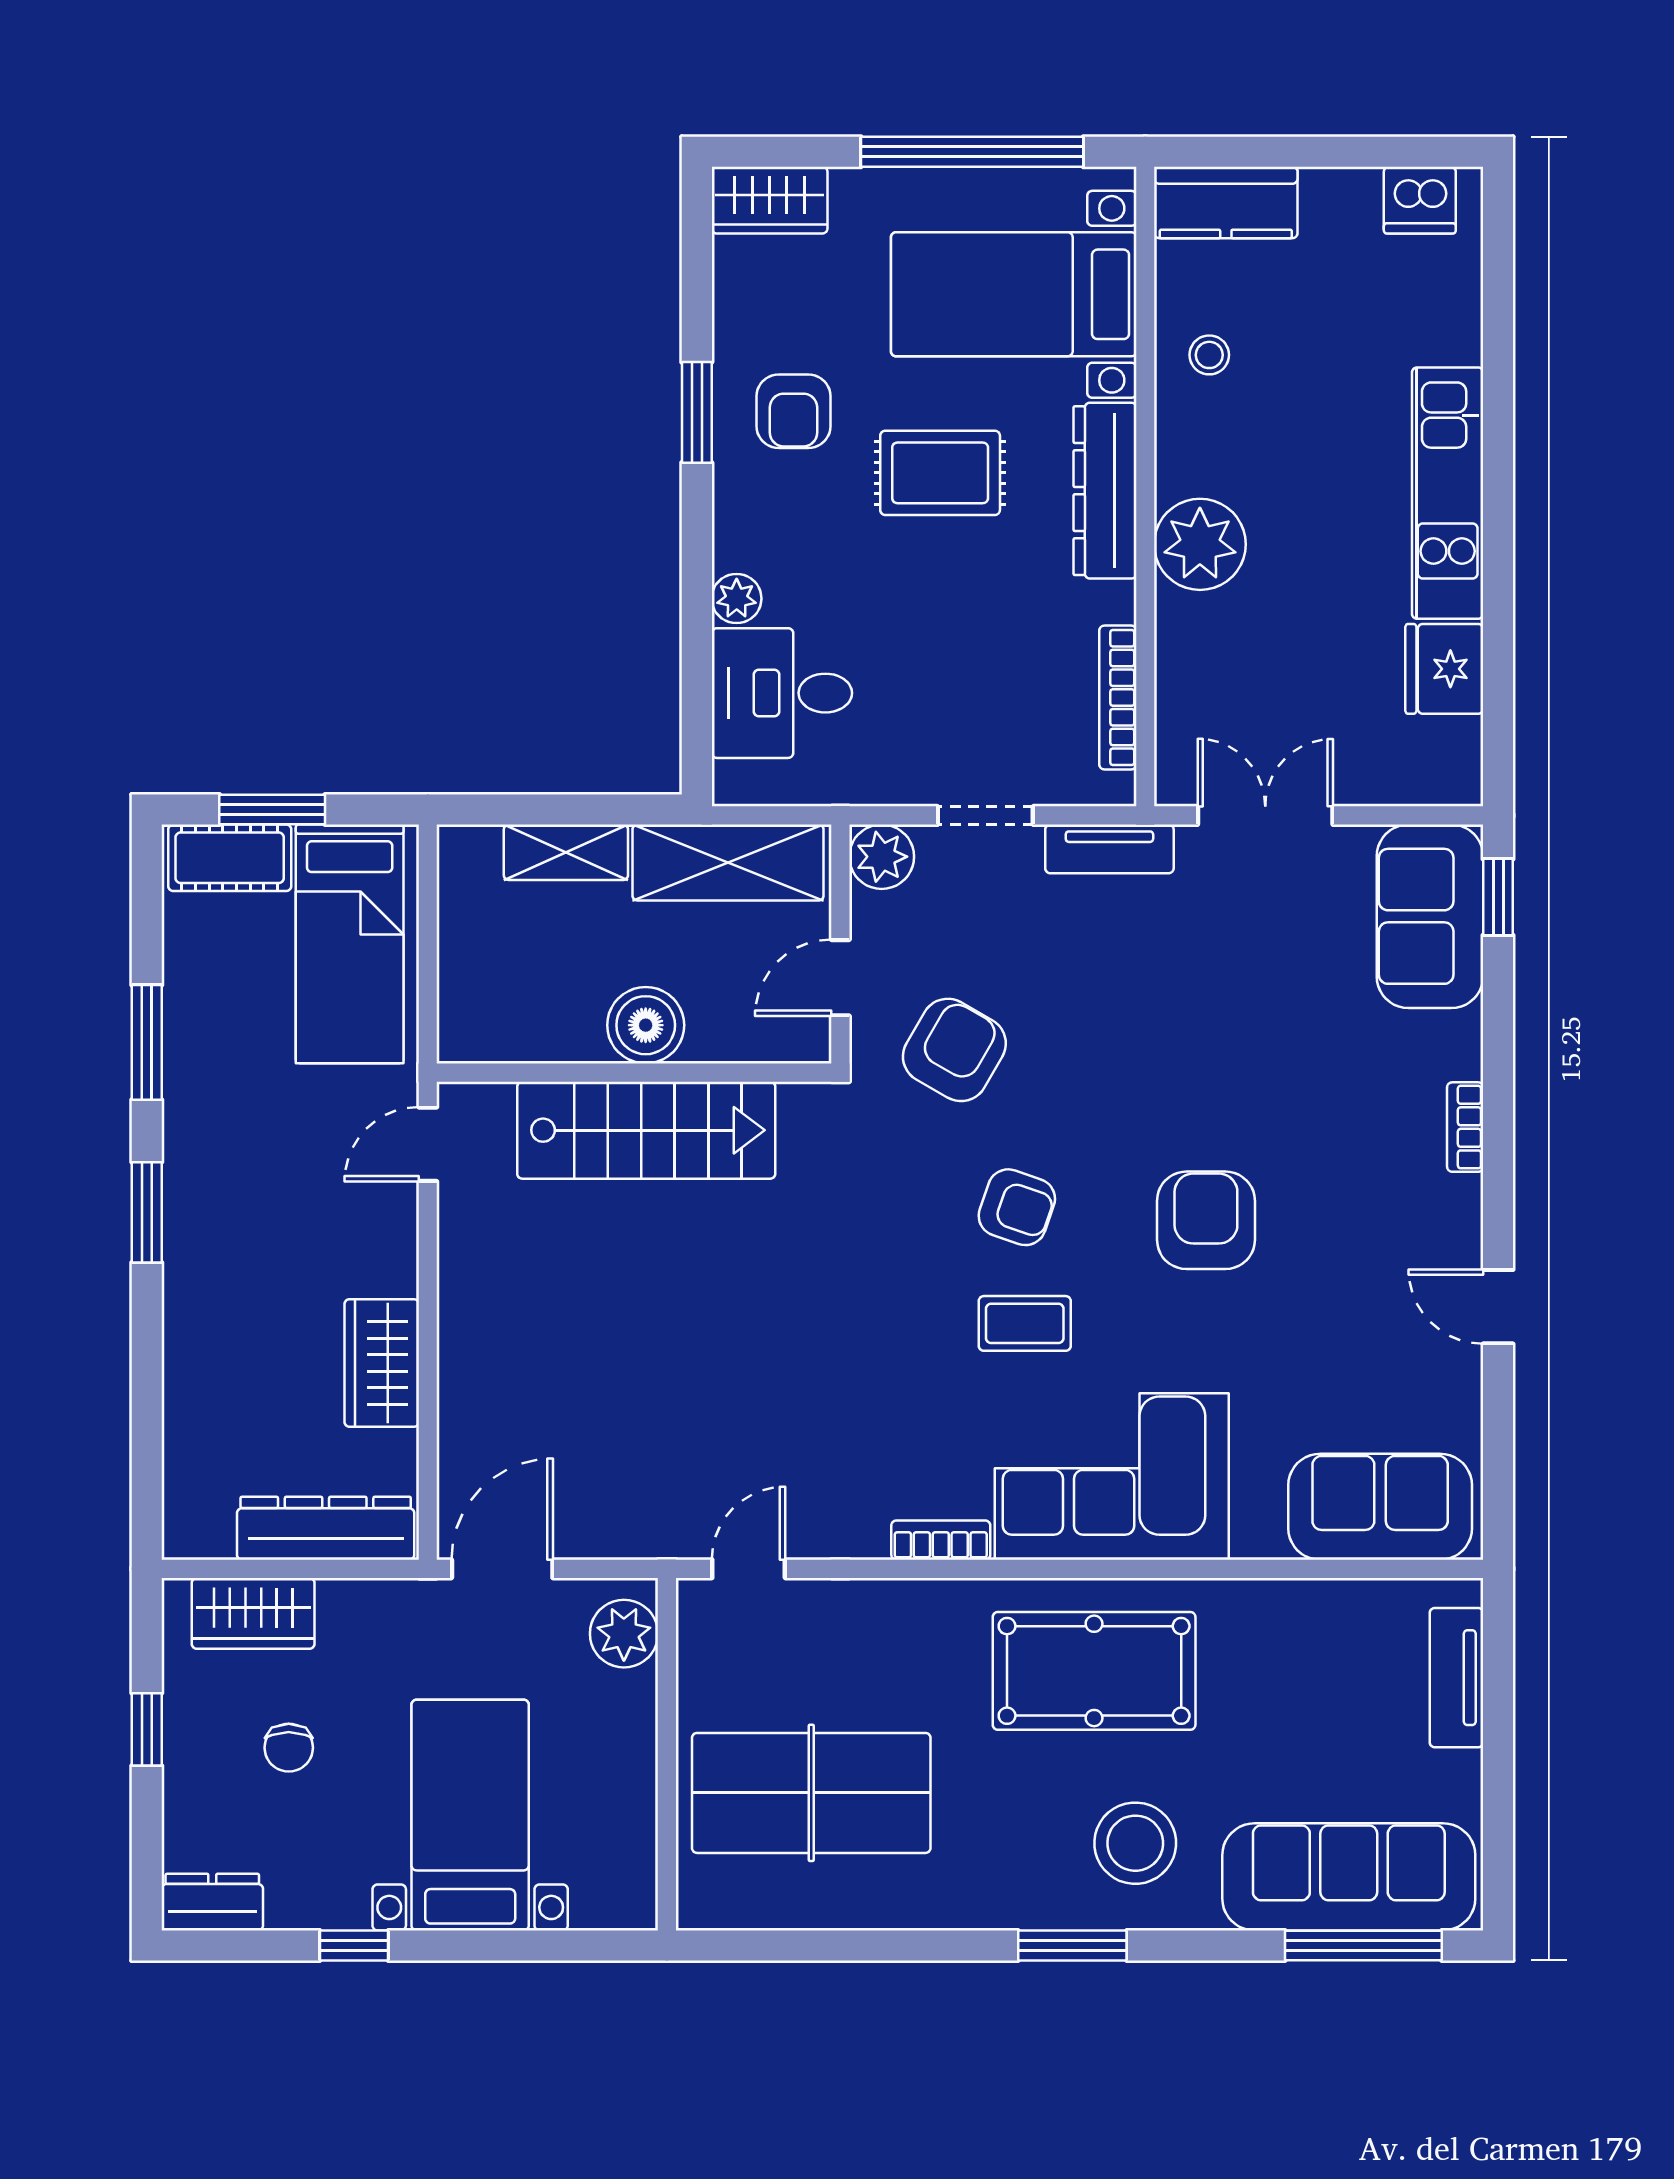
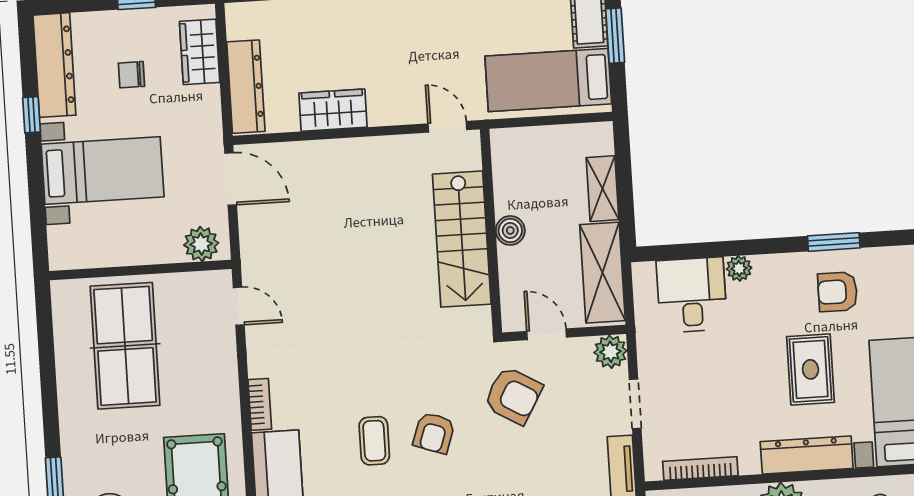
boiler: (646, 1025) -> (510, 230), width x0.73, depth x0.73
dresser: (212, 1902) -> (54, 65), width x1.96, depth x1.24

